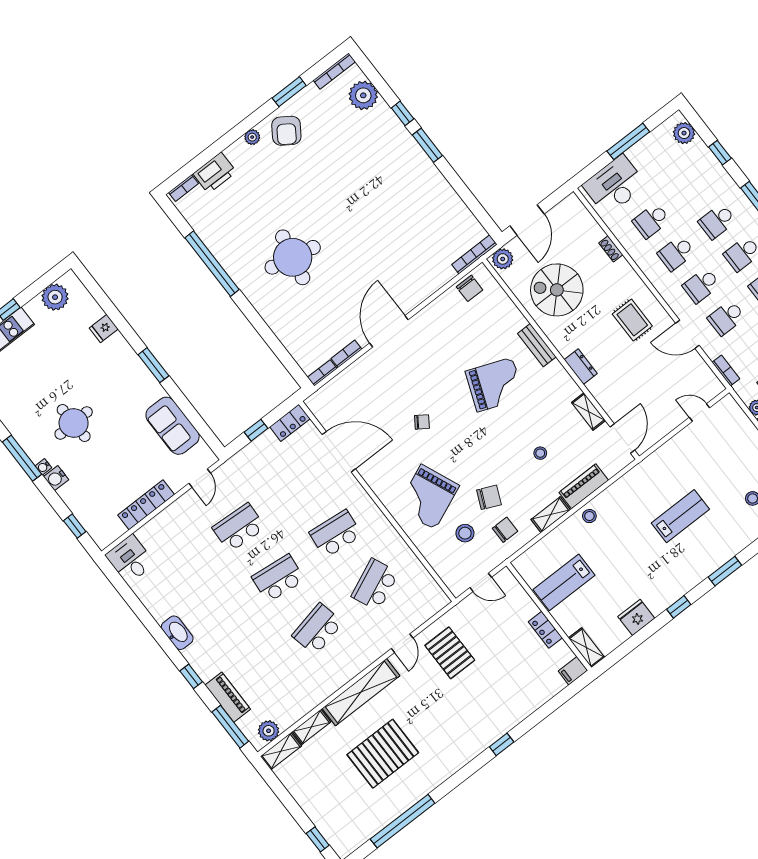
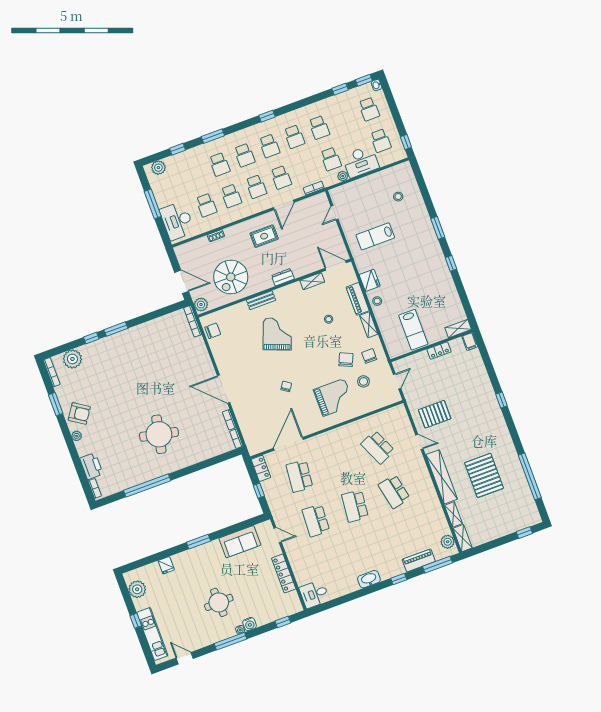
grand piano: (428, 497) -> (334, 397), turned -67
lab bench: (680, 516) -> (375, 236), moved, turned -90
school desk: (336, 534) -> (299, 476), moved
fridge: (636, 617) -> (370, 280), moved, turned 180

